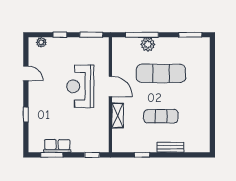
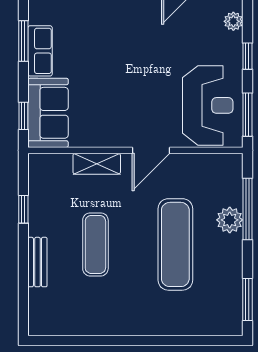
reception desk: (80, 86) -> (208, 105), moved, turned 90
sofa: (90, 142) -> (48, 113), added

